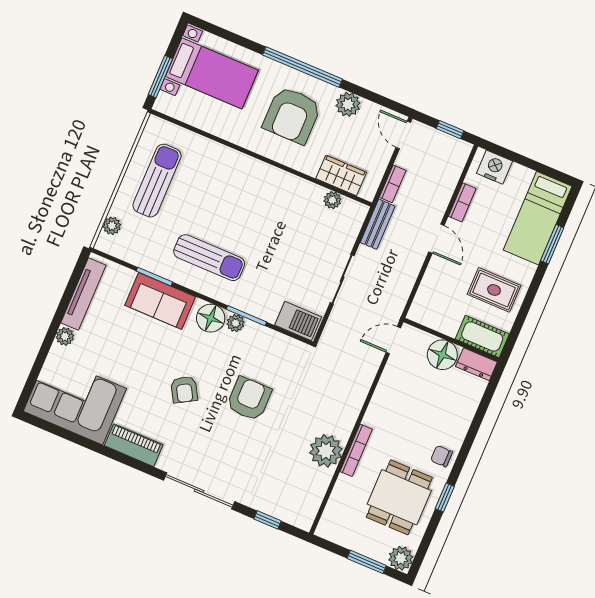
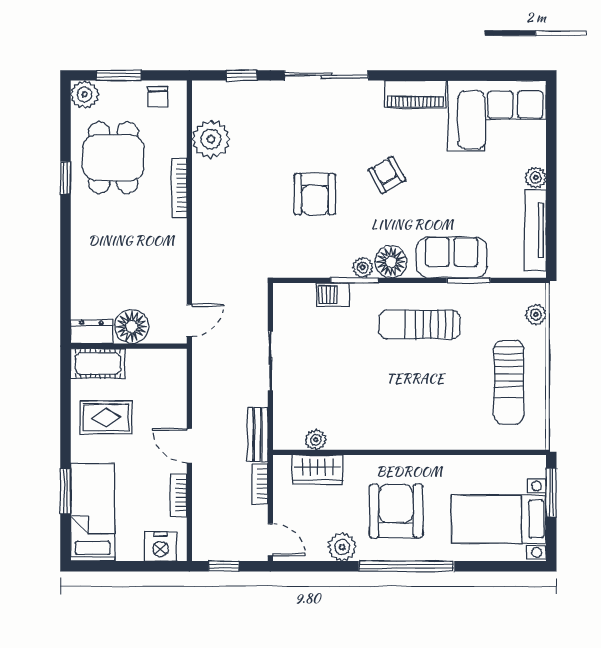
barbecue: (298, 321) -> (333, 295), moved, width x0.73, depth x0.79
plant: (326, 451) -> (211, 139), moved
chair: (442, 456) -> (158, 97), moved, turned 90

